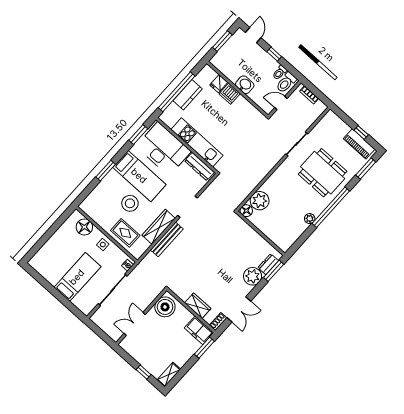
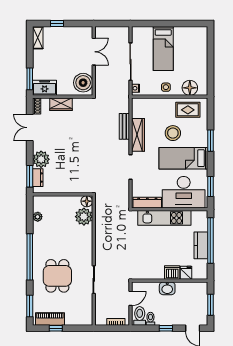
dining table: (323, 173) -> (57, 276), width x0.73
plant: (310, 219) -> (38, 217), moved
rug: (125, 233) -> (188, 110), moved
bench: (167, 239) -> (124, 126), width x0.73

